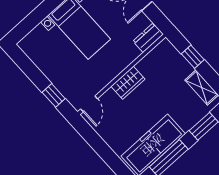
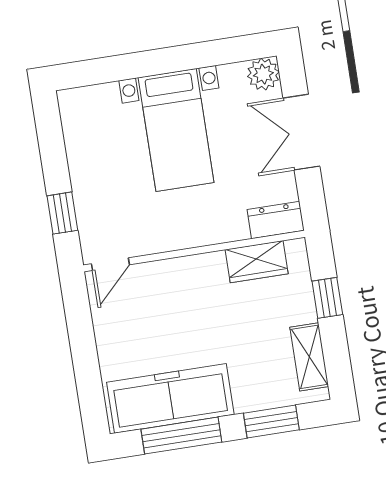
wardrobe: (128, 83) -> (257, 262), moved

